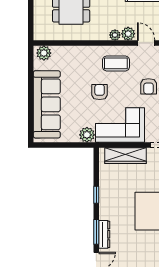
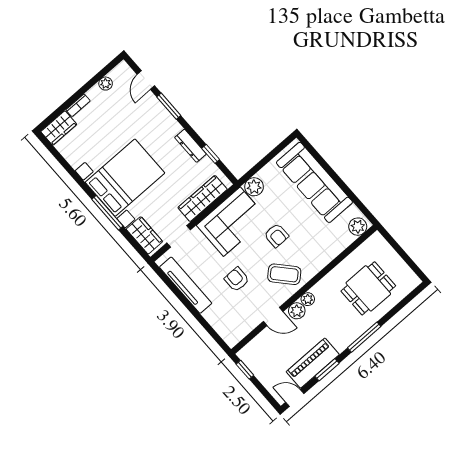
coffee table: (116, 63) -> (284, 274), turned 48
window: (96, 195) -> (211, 154), moved
dresser: (104, 234) -> (190, 146), moved

